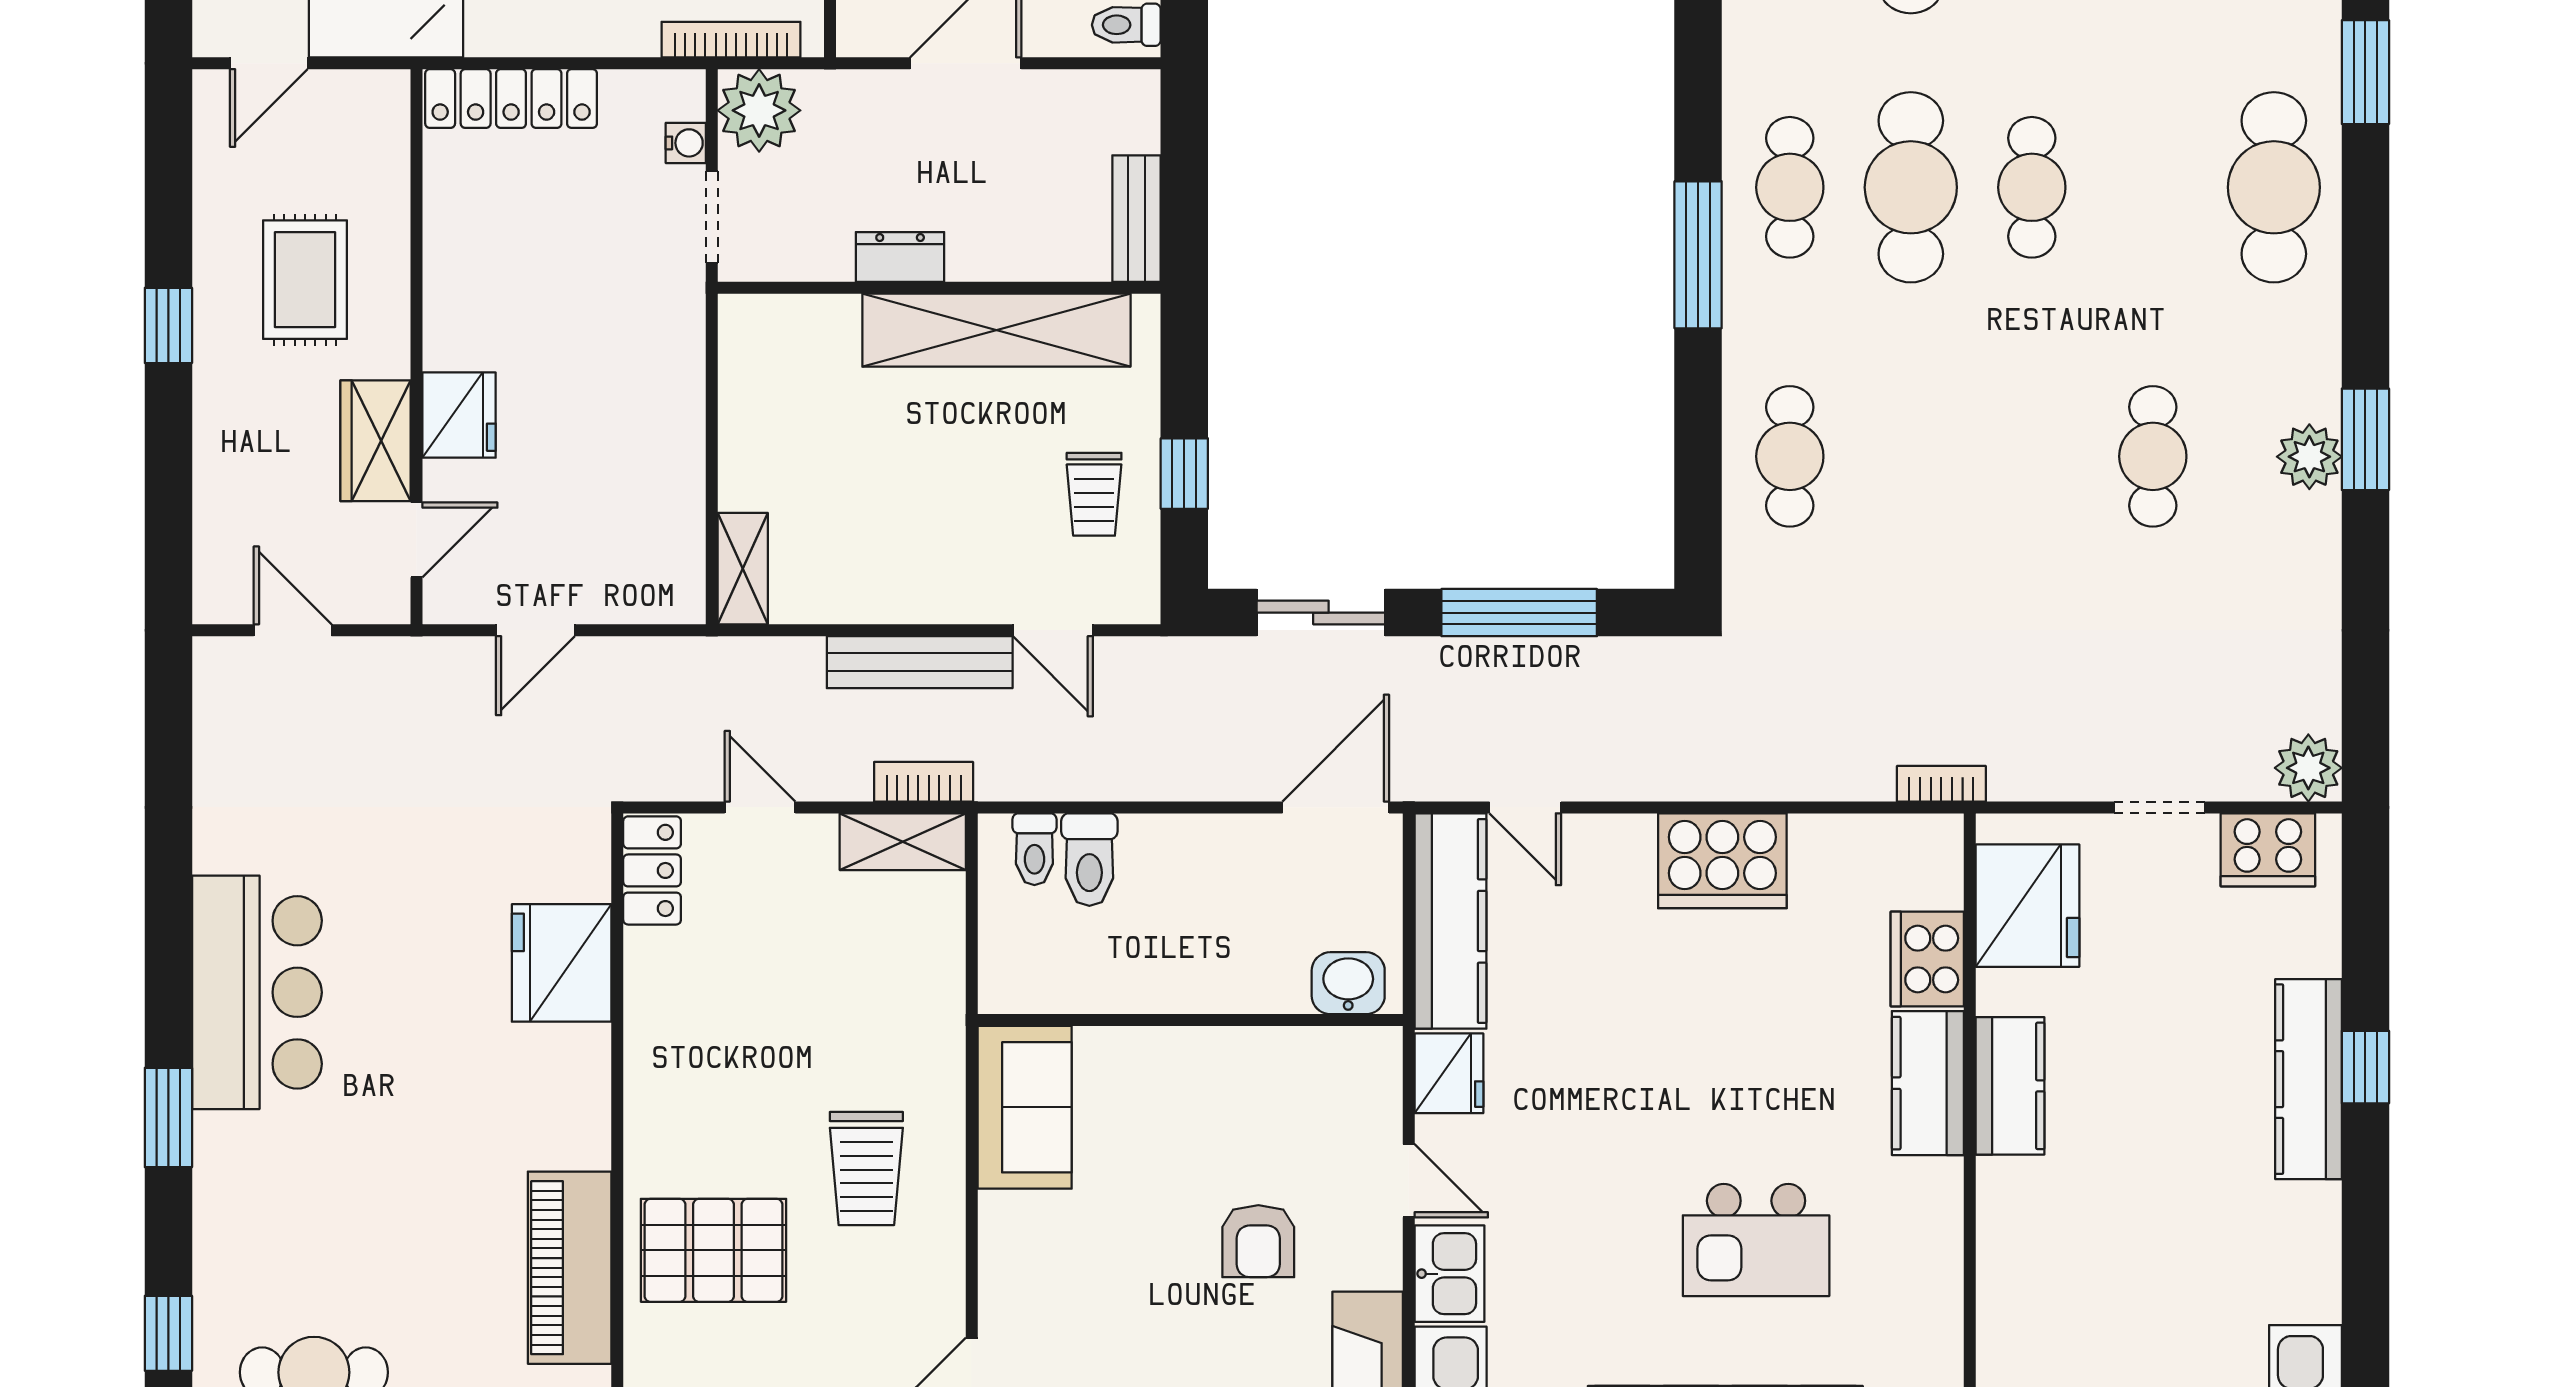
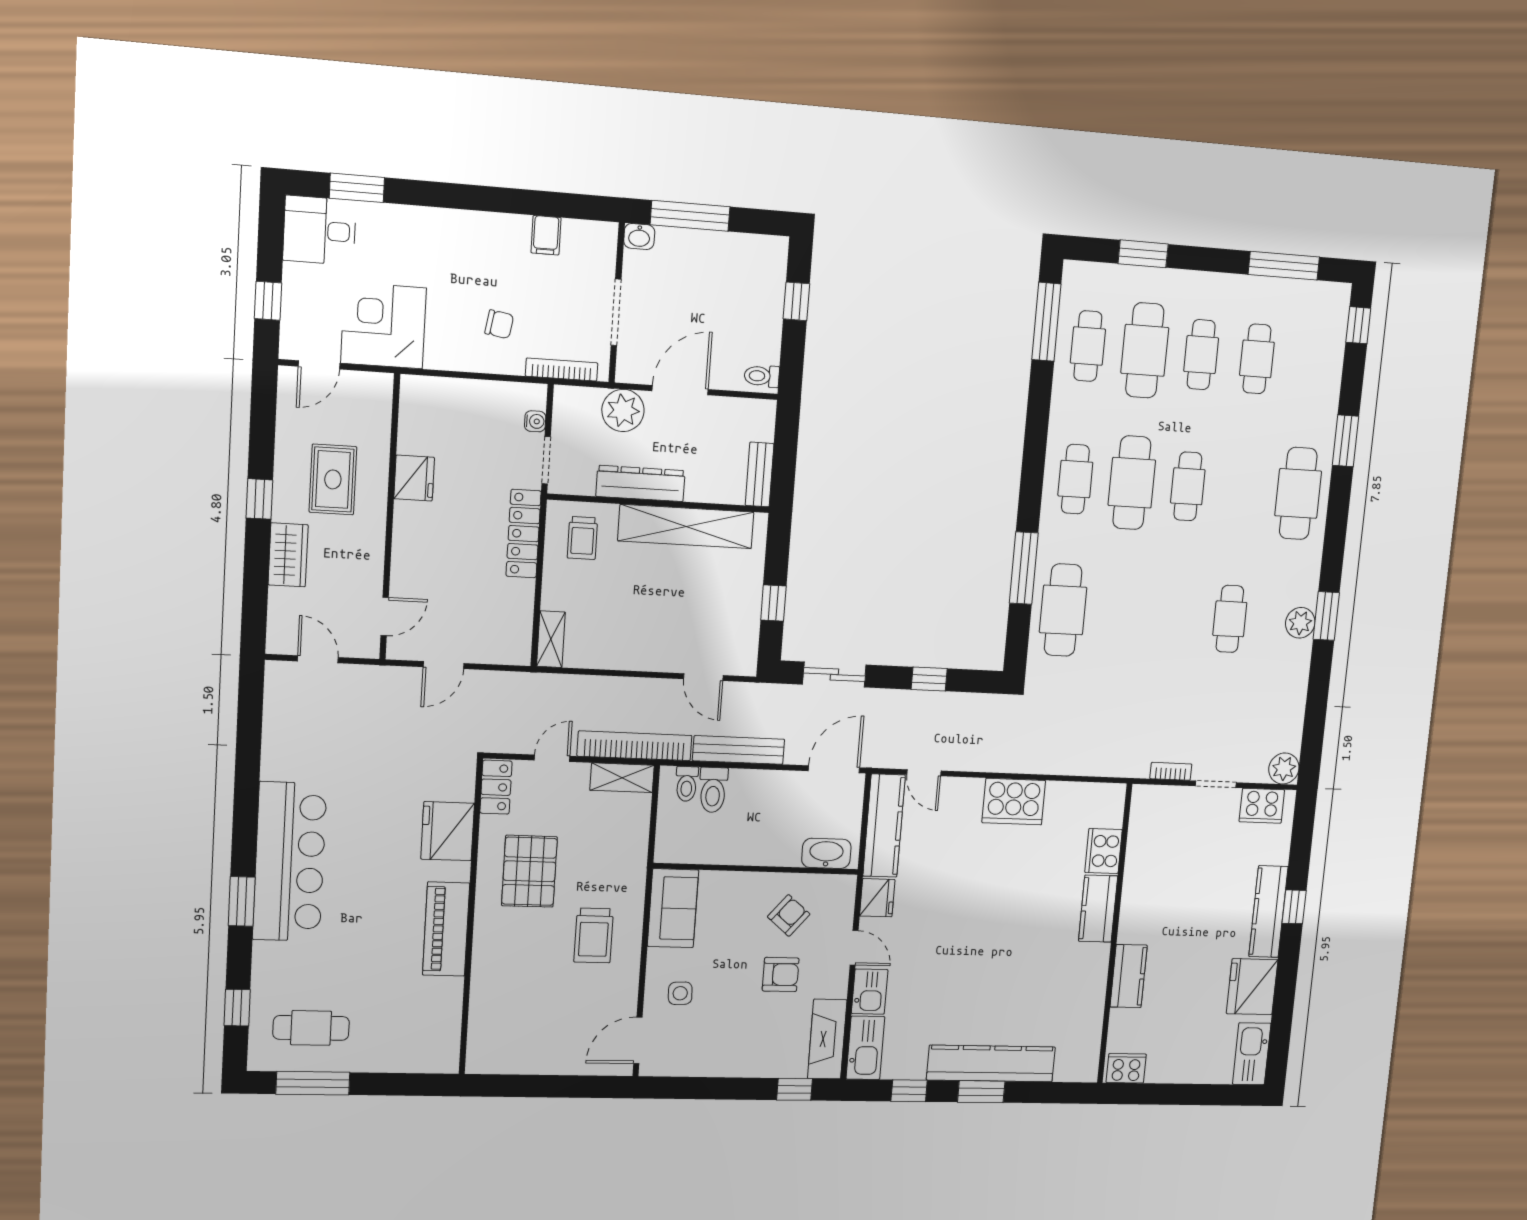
locker: (511, 99) -> (524, 534), moved, turned 90
plant: (759, 110) -> (623, 410), moved
window: (1698, 255) -> (1024, 568), moved
dresser: (900, 257) -> (640, 483), width x1.96, depth x1.24
fridge: (459, 415) -> (414, 478), moved
wardrobe: (376, 441) -> (288, 555), moved, turned 180
cafe table: (1790, 456) -> (1063, 610), width x1.37, depth x1.35
trolley: (1094, 494) -> (582, 538), moved
window: (1519, 613) -> (929, 679), width x0.46
bench: (920, 662) -> (739, 750), moved
bookcase: (924, 782) -> (635, 746), width x2.31, depth x1.31
bookcase: (1941, 784) -> (1171, 771), moved
door: (760, 807) -> (552, 758), hinge flipped
fridge: (2028, 906) -> (1252, 987), moved, turned 180
washbasin: (1348, 983) -> (826, 853), width x1.38
bar counter: (257, 992) -> (290, 862), width x1.36
kitchen counter: (2010, 1086) -> (1129, 976), moved
armchair: (1266, 1116) -> (789, 915), added
kitchen island: (1756, 1240) -> (1013, 979), removed
armchair: (1258, 1241) -> (781, 974), turned -90
pallet: (714, 1250) -> (529, 871), moved, turned 90
piano: (570, 1268) -> (446, 929), moved
side table: (1052, 1285) -> (680, 993), added

